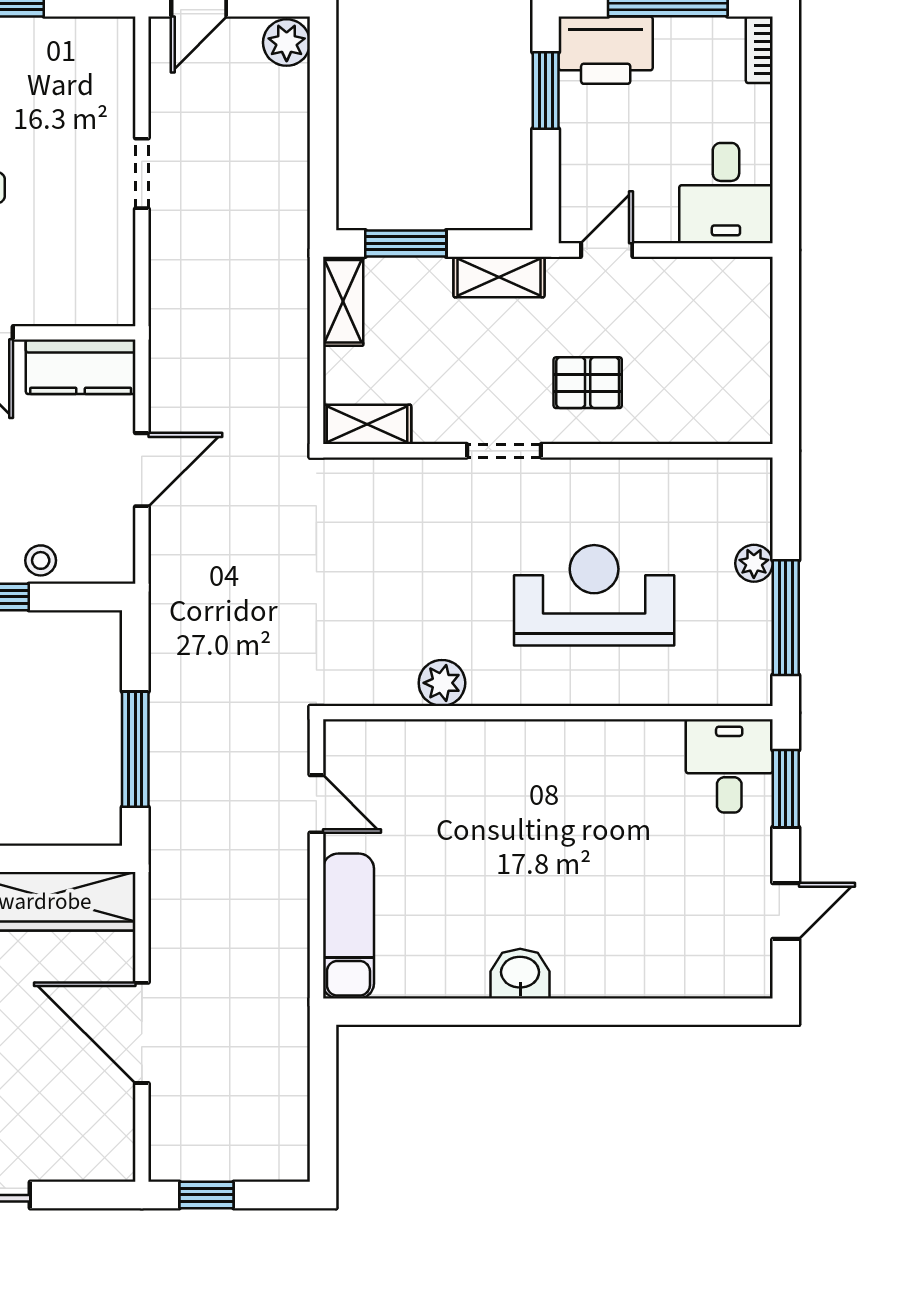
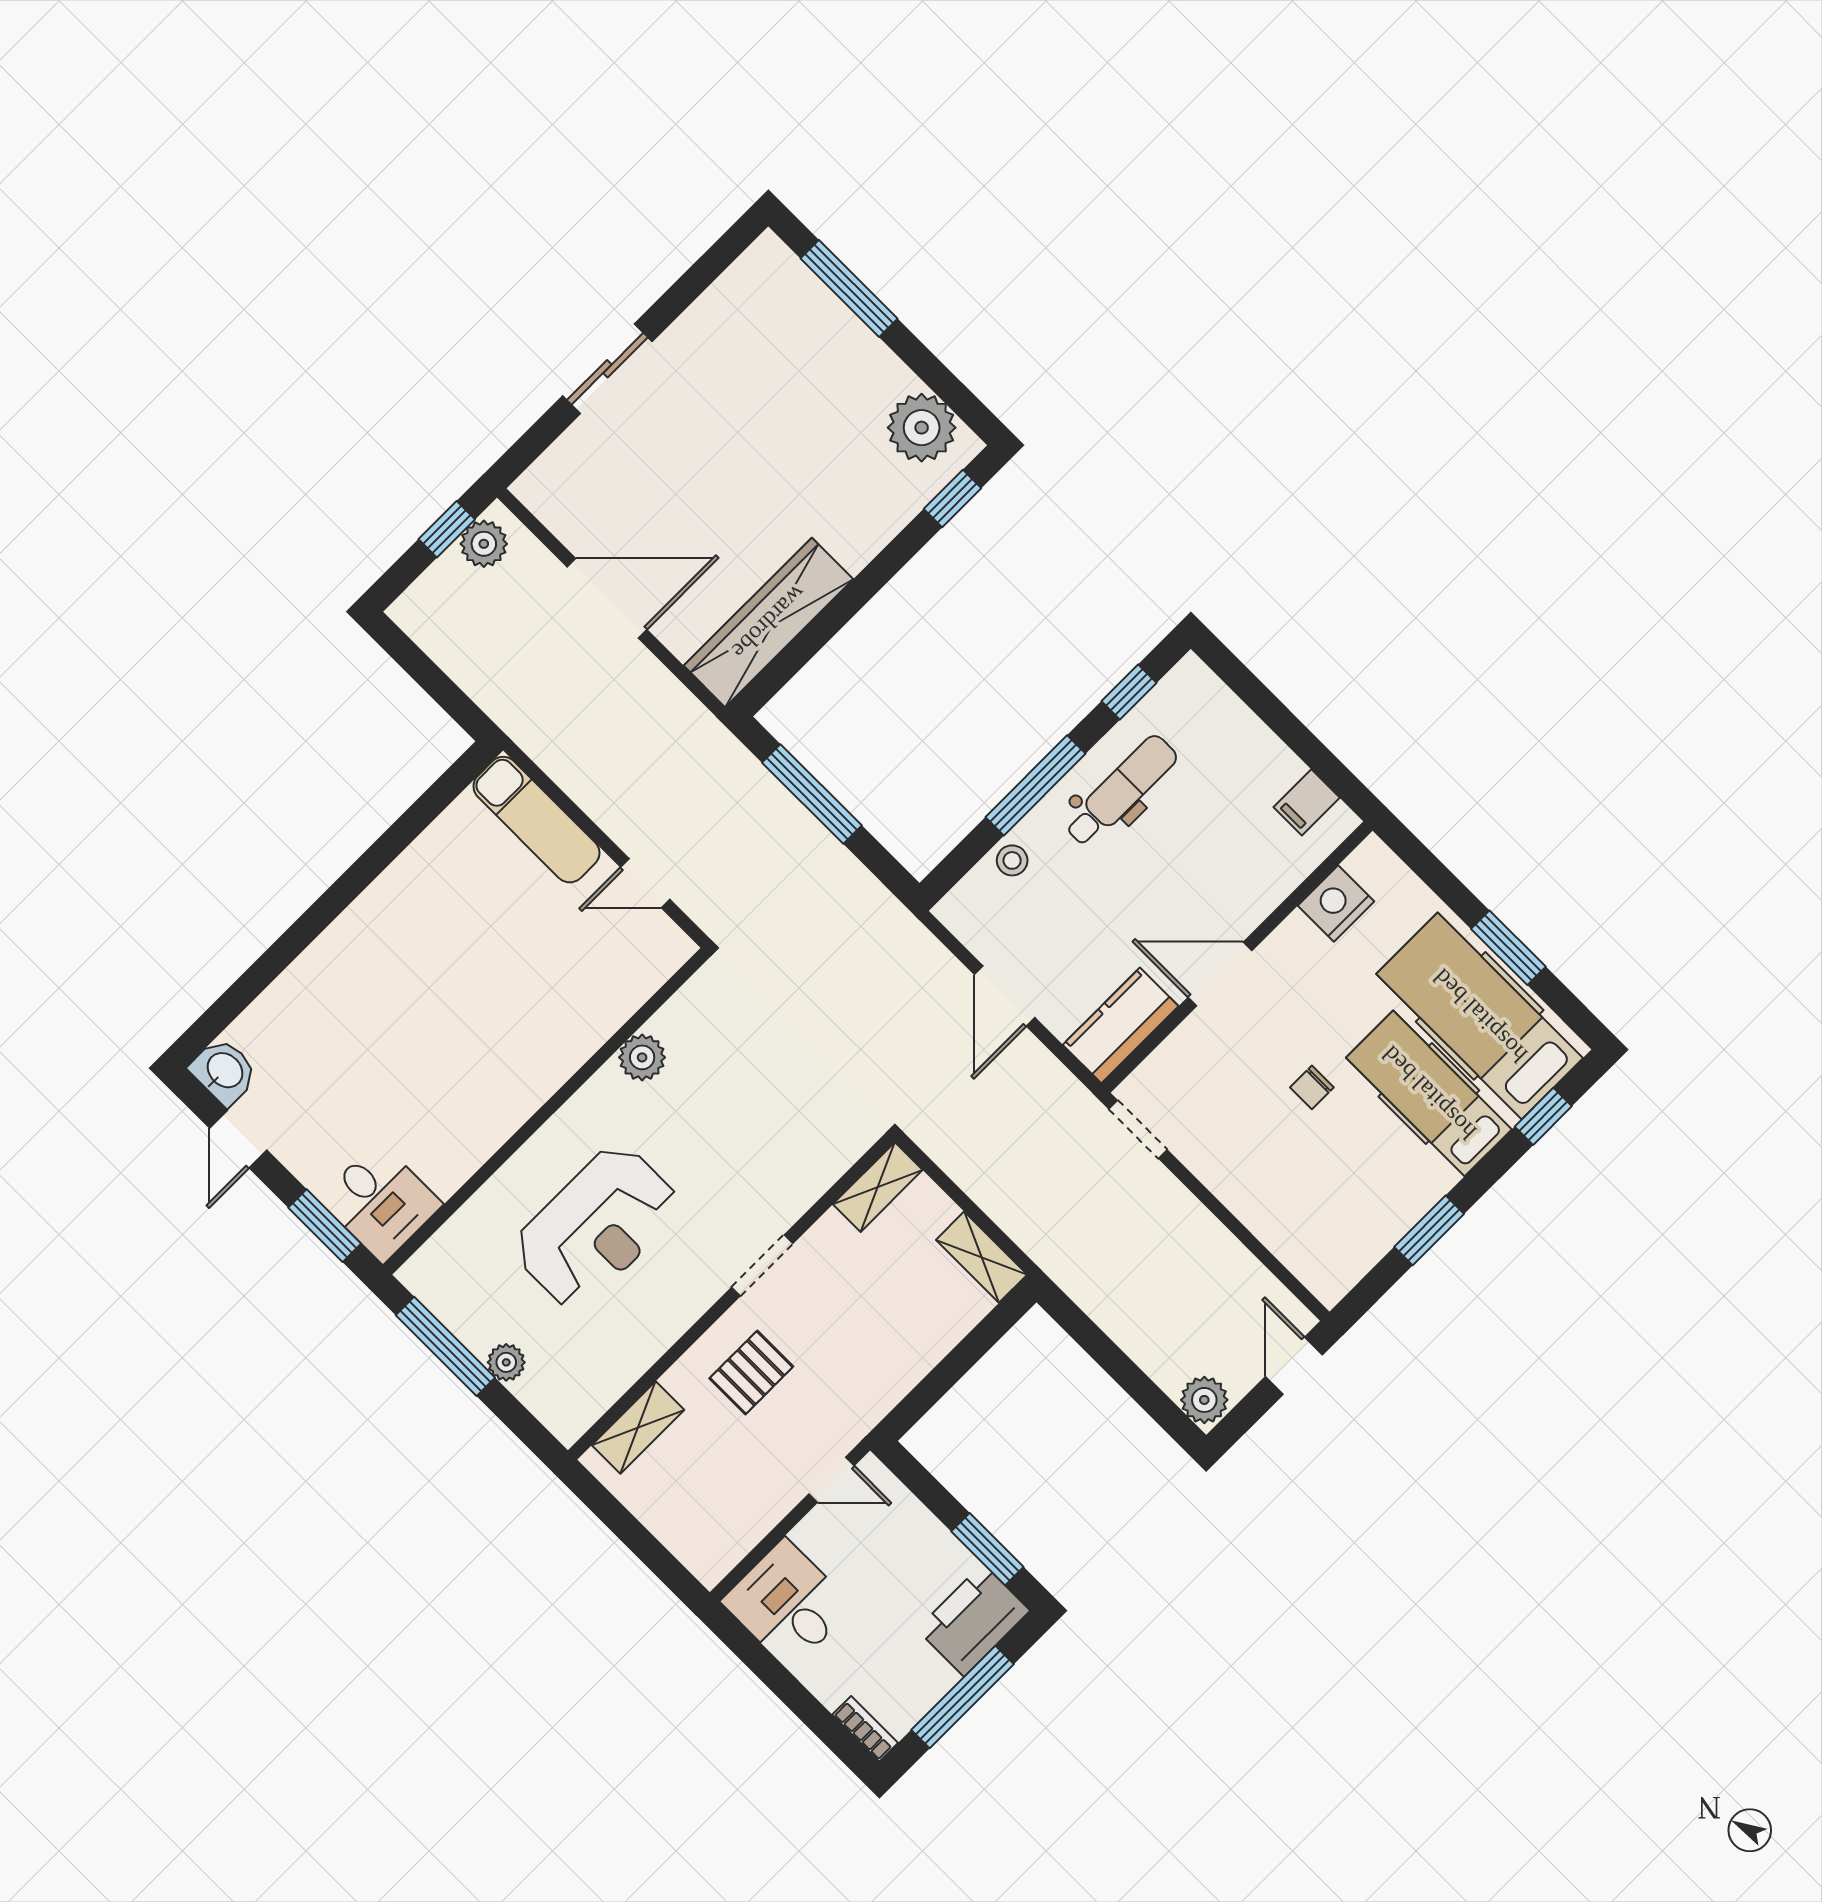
doorway: (142, 173) -> (1138, 1129), moved
window: (406, 243) -> (978, 1342), removed
door: (607, 250) -> (831, 1480), hinge flipped
shelving: (499, 277) -> (638, 1428), moved
washbasin: (520, 974) -> (224, 1071), moved, turned -90
plant: (190, 1159) -> (484, 544), added

